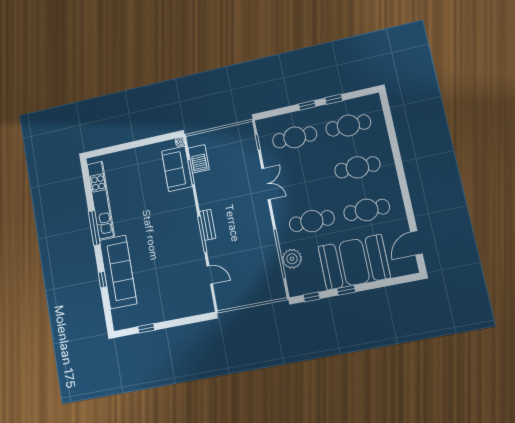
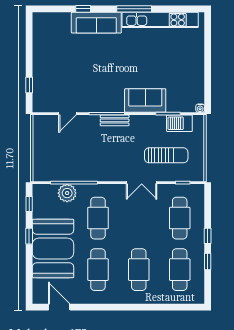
sun lounger: (233, 165) -> (166, 155), added
sofa: (177, 169) -> (145, 100), moved
sofa: (118, 272) -> (96, 23), width x0.74, depth x0.79
window: (146, 328) -> (29, 85), moved

